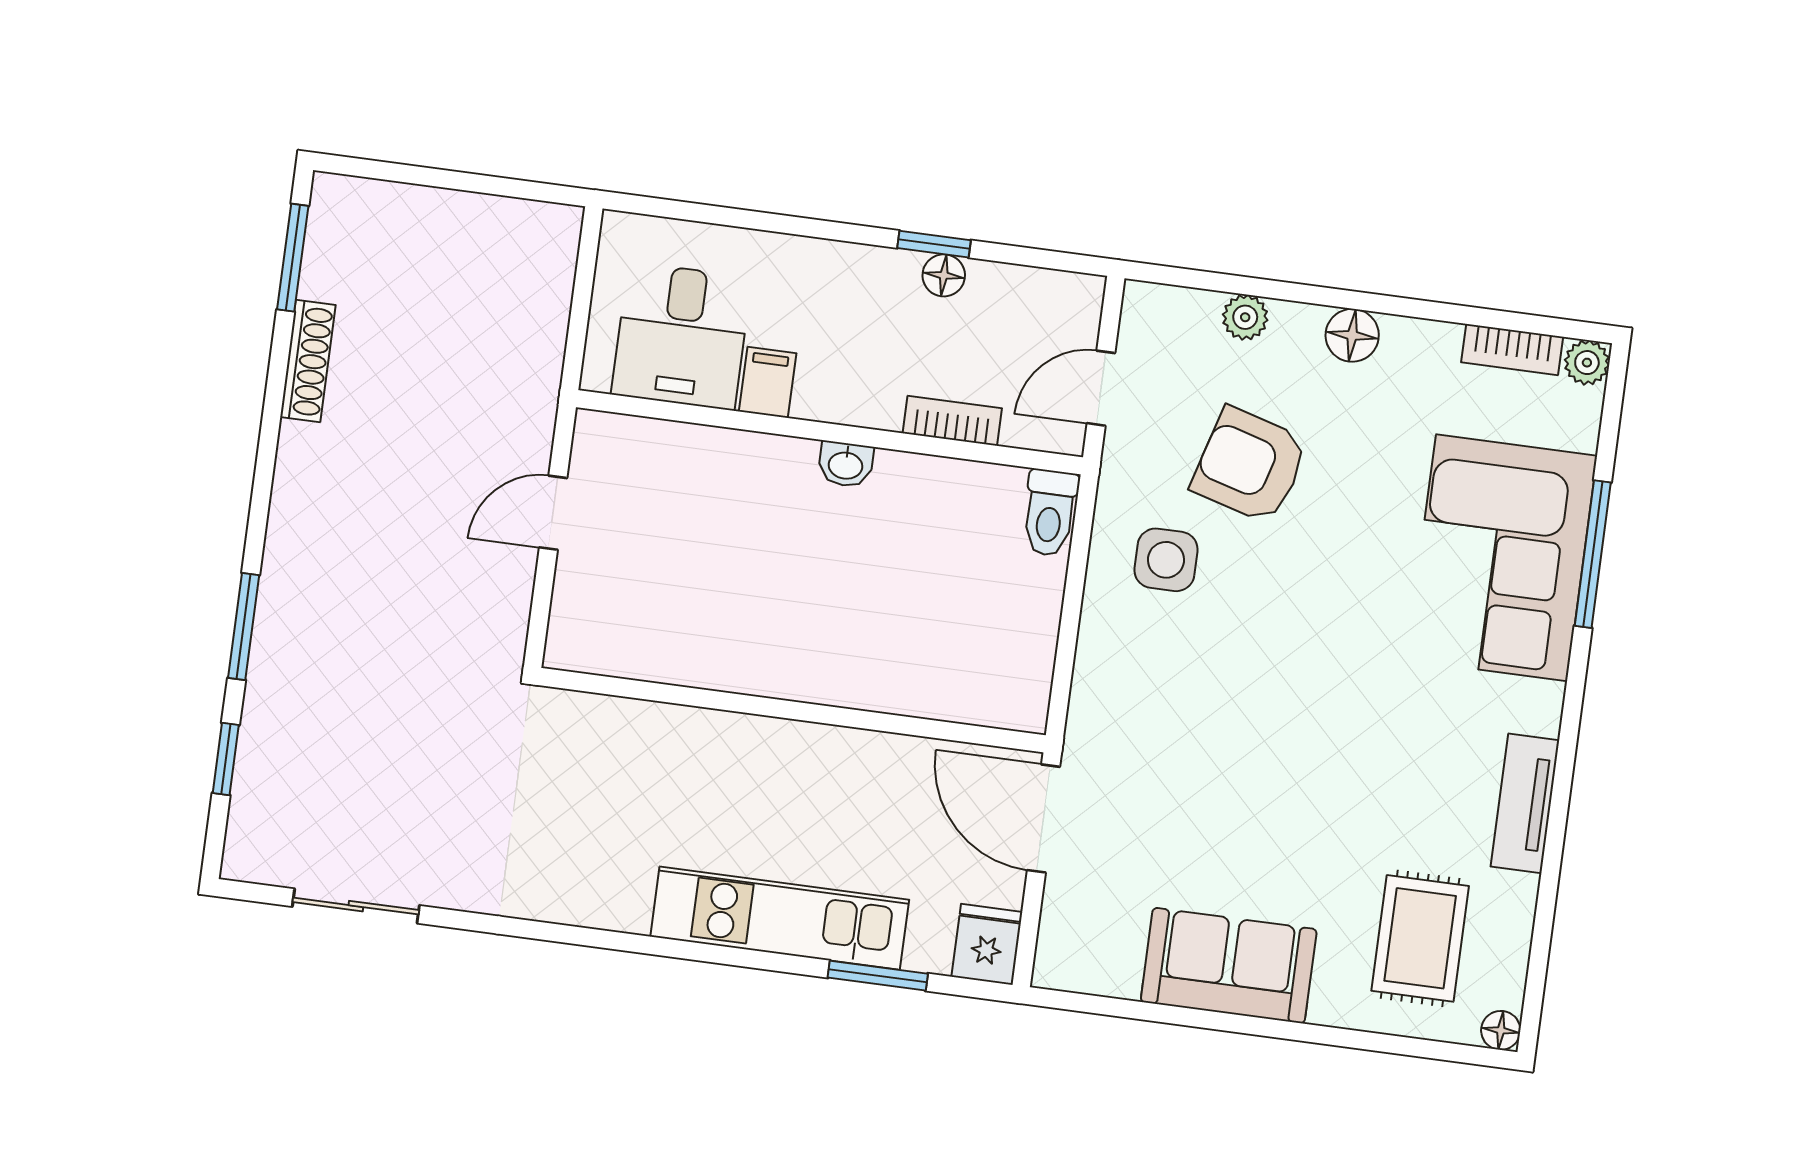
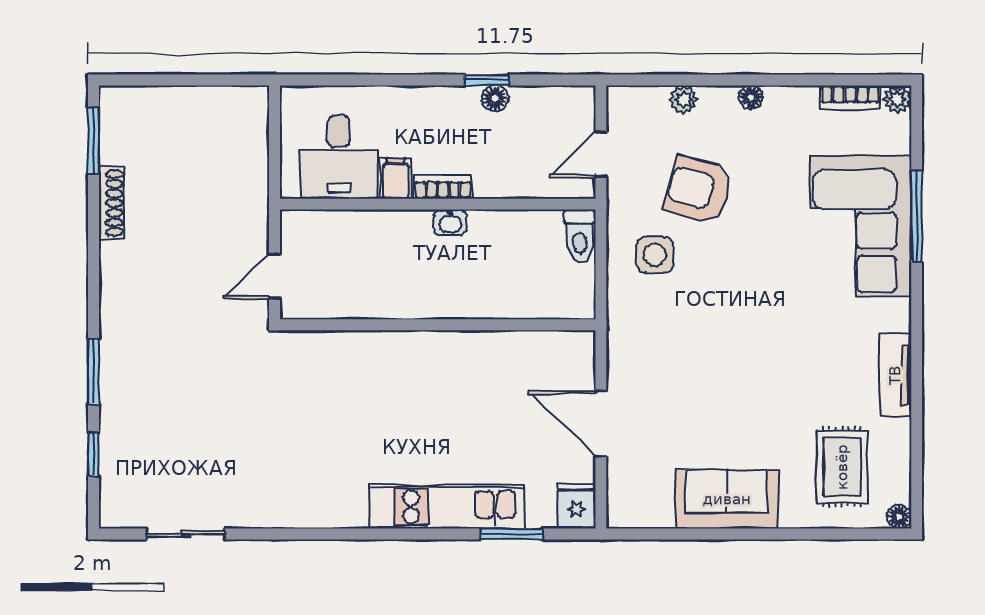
floor lamp: (1352, 335) -> (751, 97), width x0.73, depth x0.73
bookcase: (952, 421) -> (443, 187), moved
wall: (792, 710) -> (438, 325), moved

